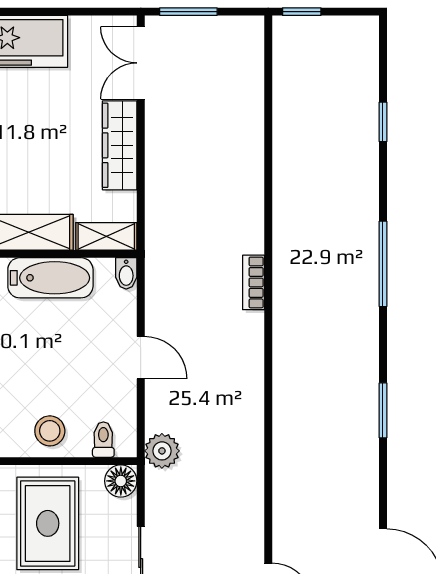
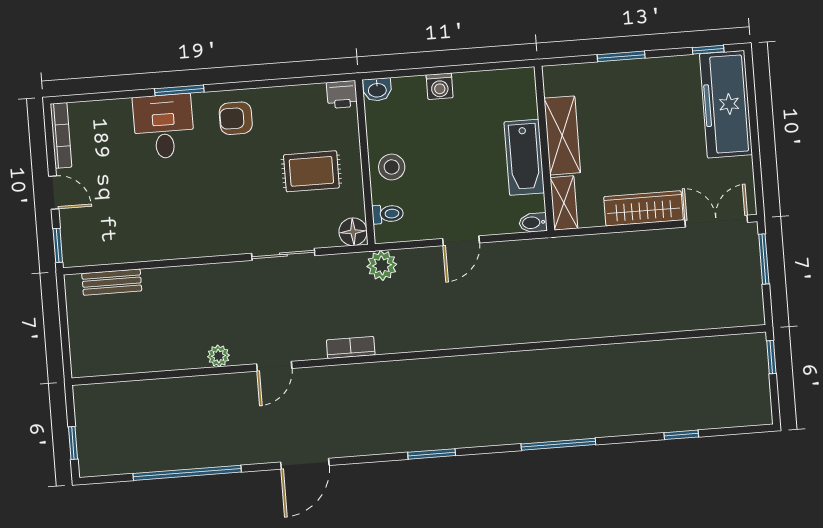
bookcase: (253, 282) -> (351, 347), moved
rug: (48, 523) -> (311, 171), width x0.73, depth x0.70

